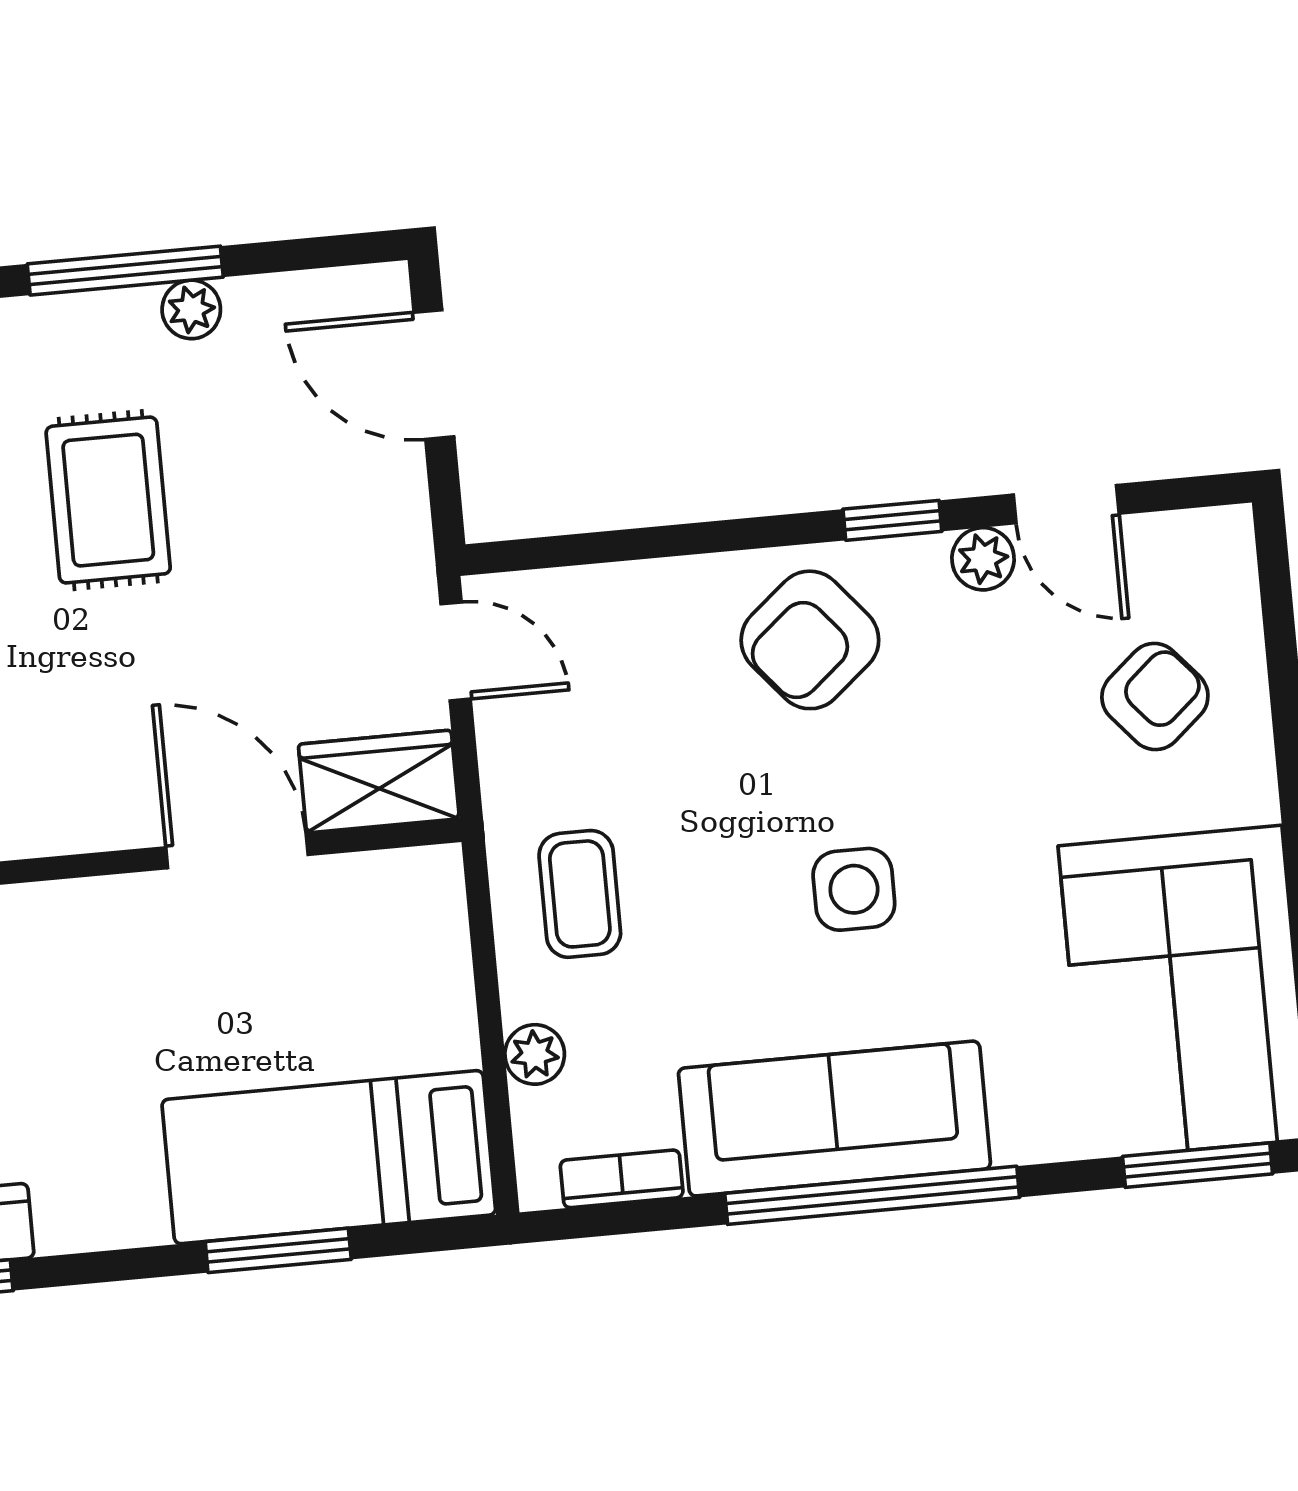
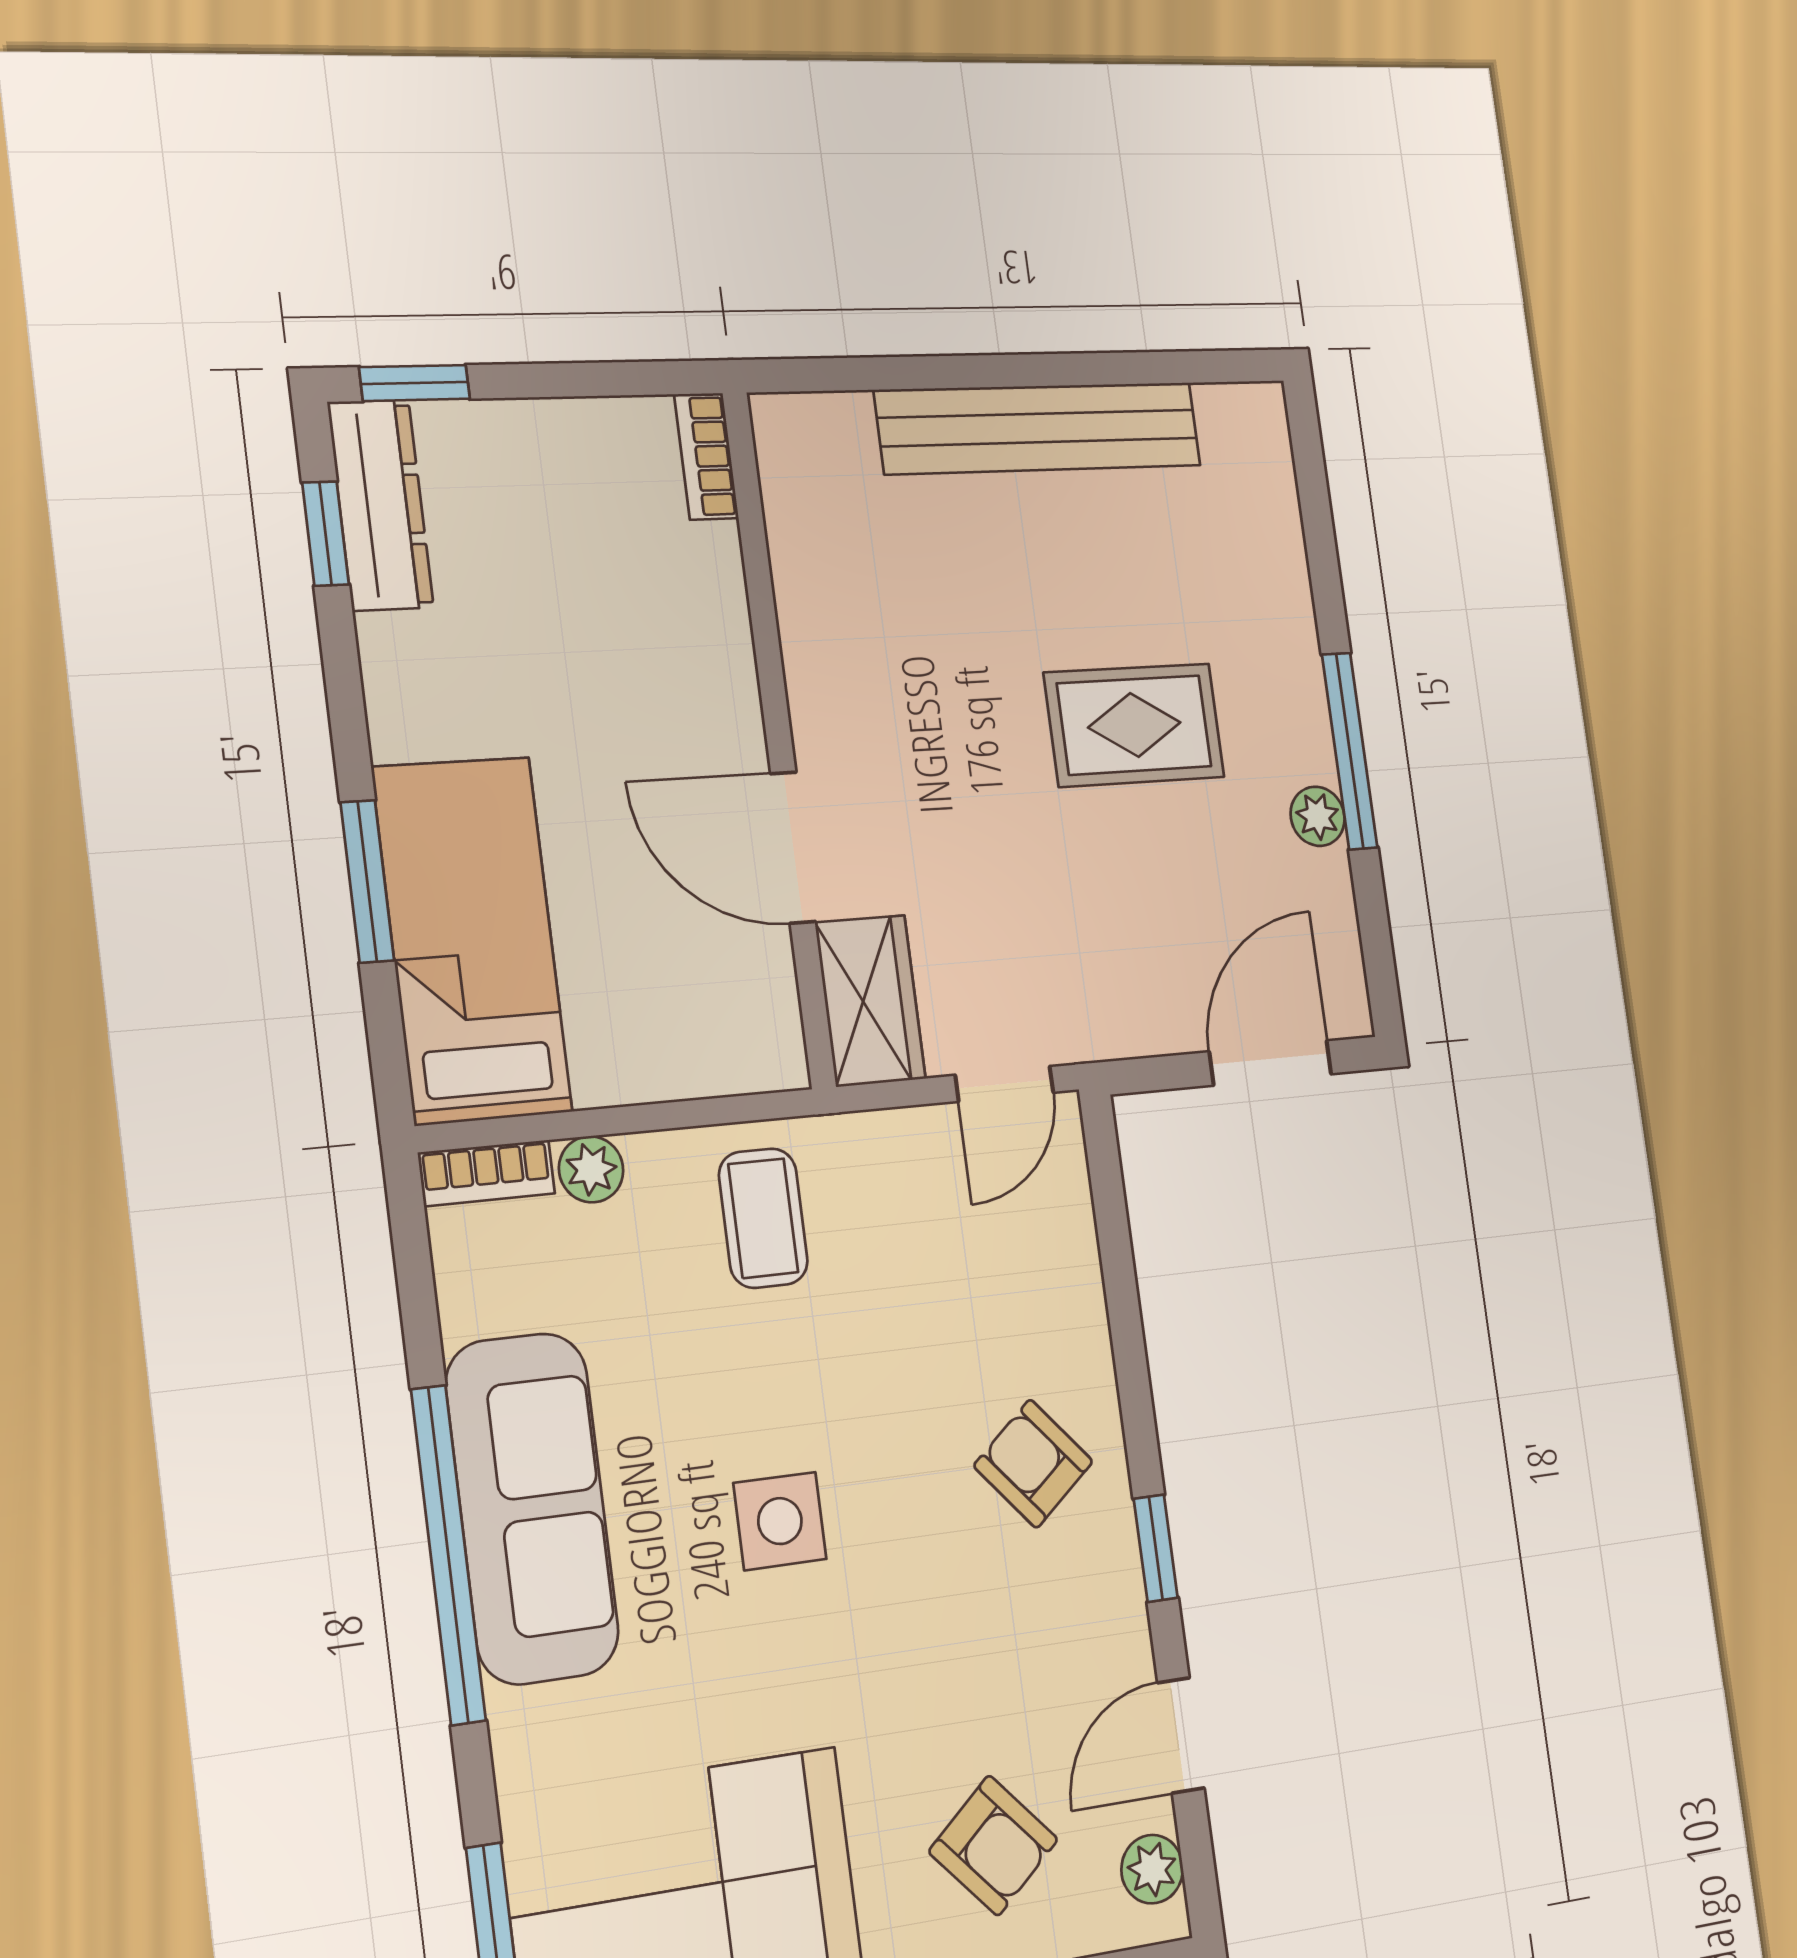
plant: (983, 559) -> (1152, 1869), moved
armchair: (810, 640) -> (1033, 1464), width x0.72, depth x0.72
door: (237, 851) -> (793, 848), swing flipped
coffee table: (580, 894) -> (763, 1218), turned 90
bookcase: (622, 1179) -> (487, 1173), moved, turned 90

